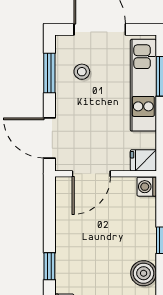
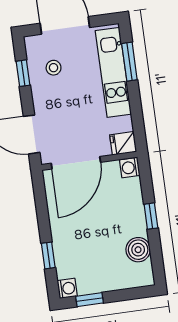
window: (49, 73) -> (23, 73), width x0.67
door: (91, 174) -> (76, 163), width x1.36

